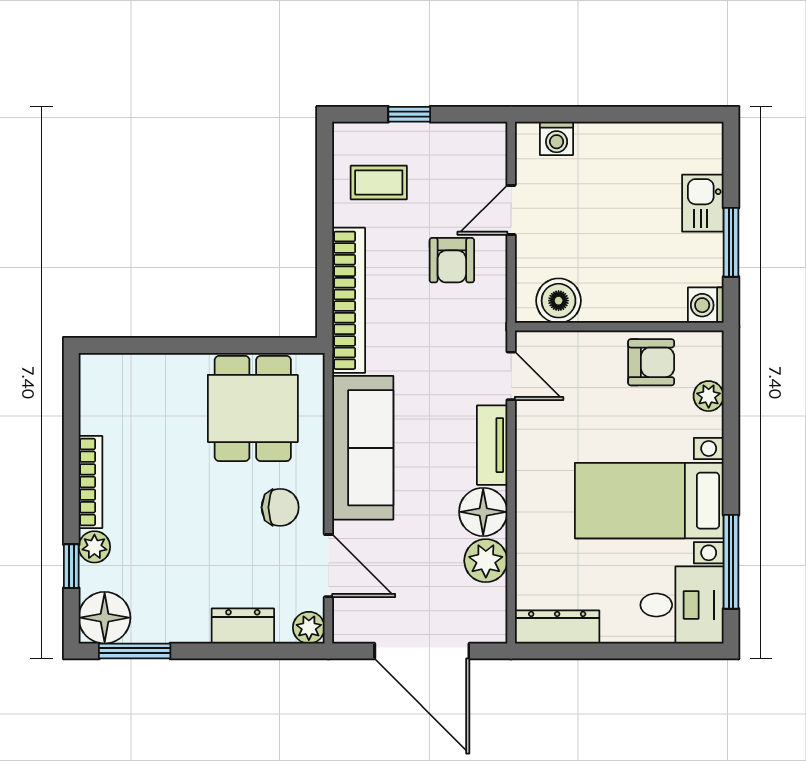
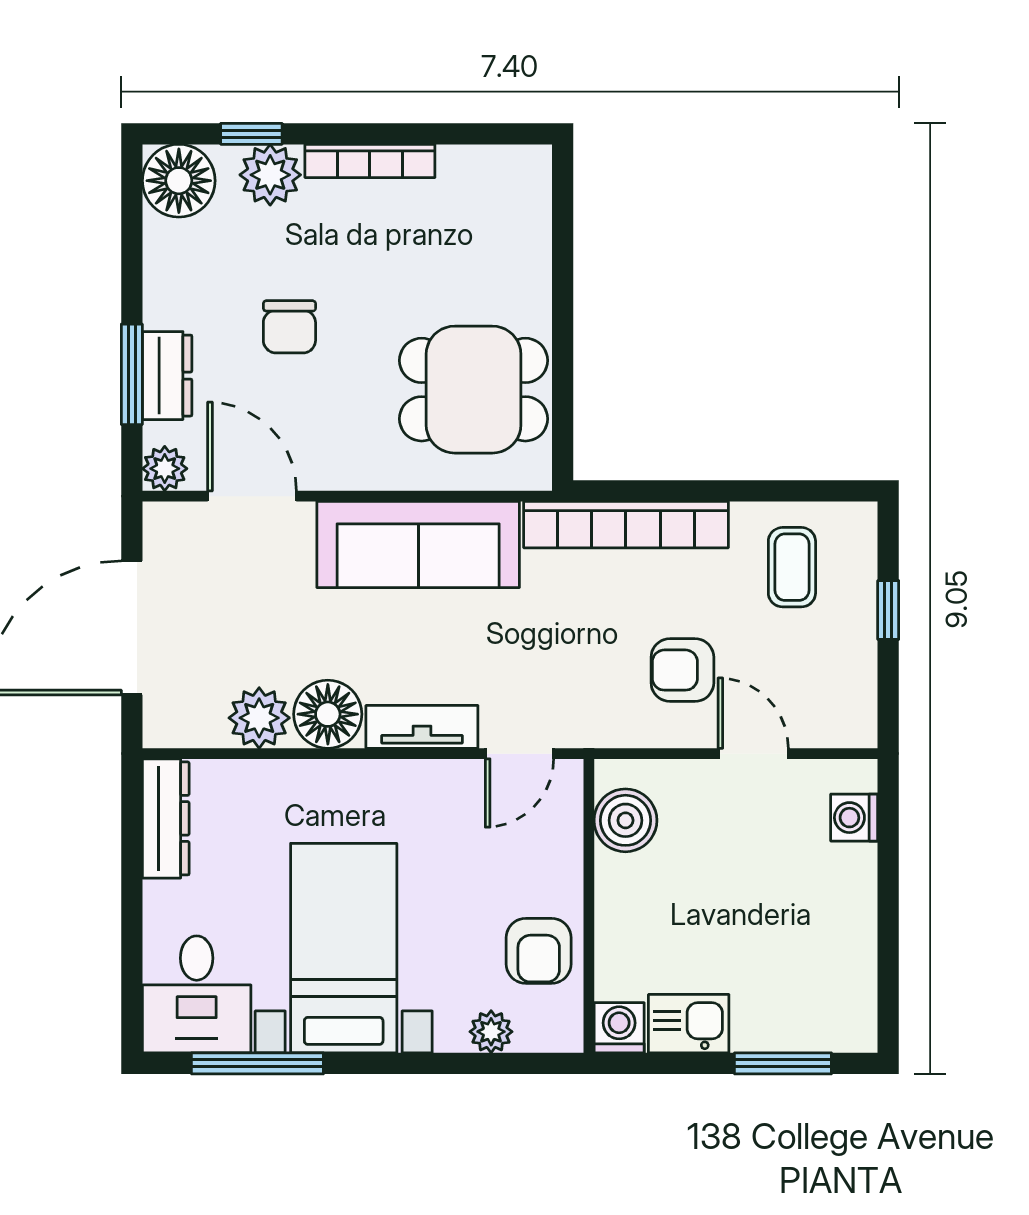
kitchen sink: (703, 203) -> (689, 1024), moved
window: (731, 242) -> (783, 1063), moved
chair: (280, 507) -> (289, 327), moved
plant: (94, 547) -> (270, 175), width x1.38, depth x1.38
door: (328, 566) -> (252, 496), swing flipped
window: (135, 651) -> (132, 374), moved

